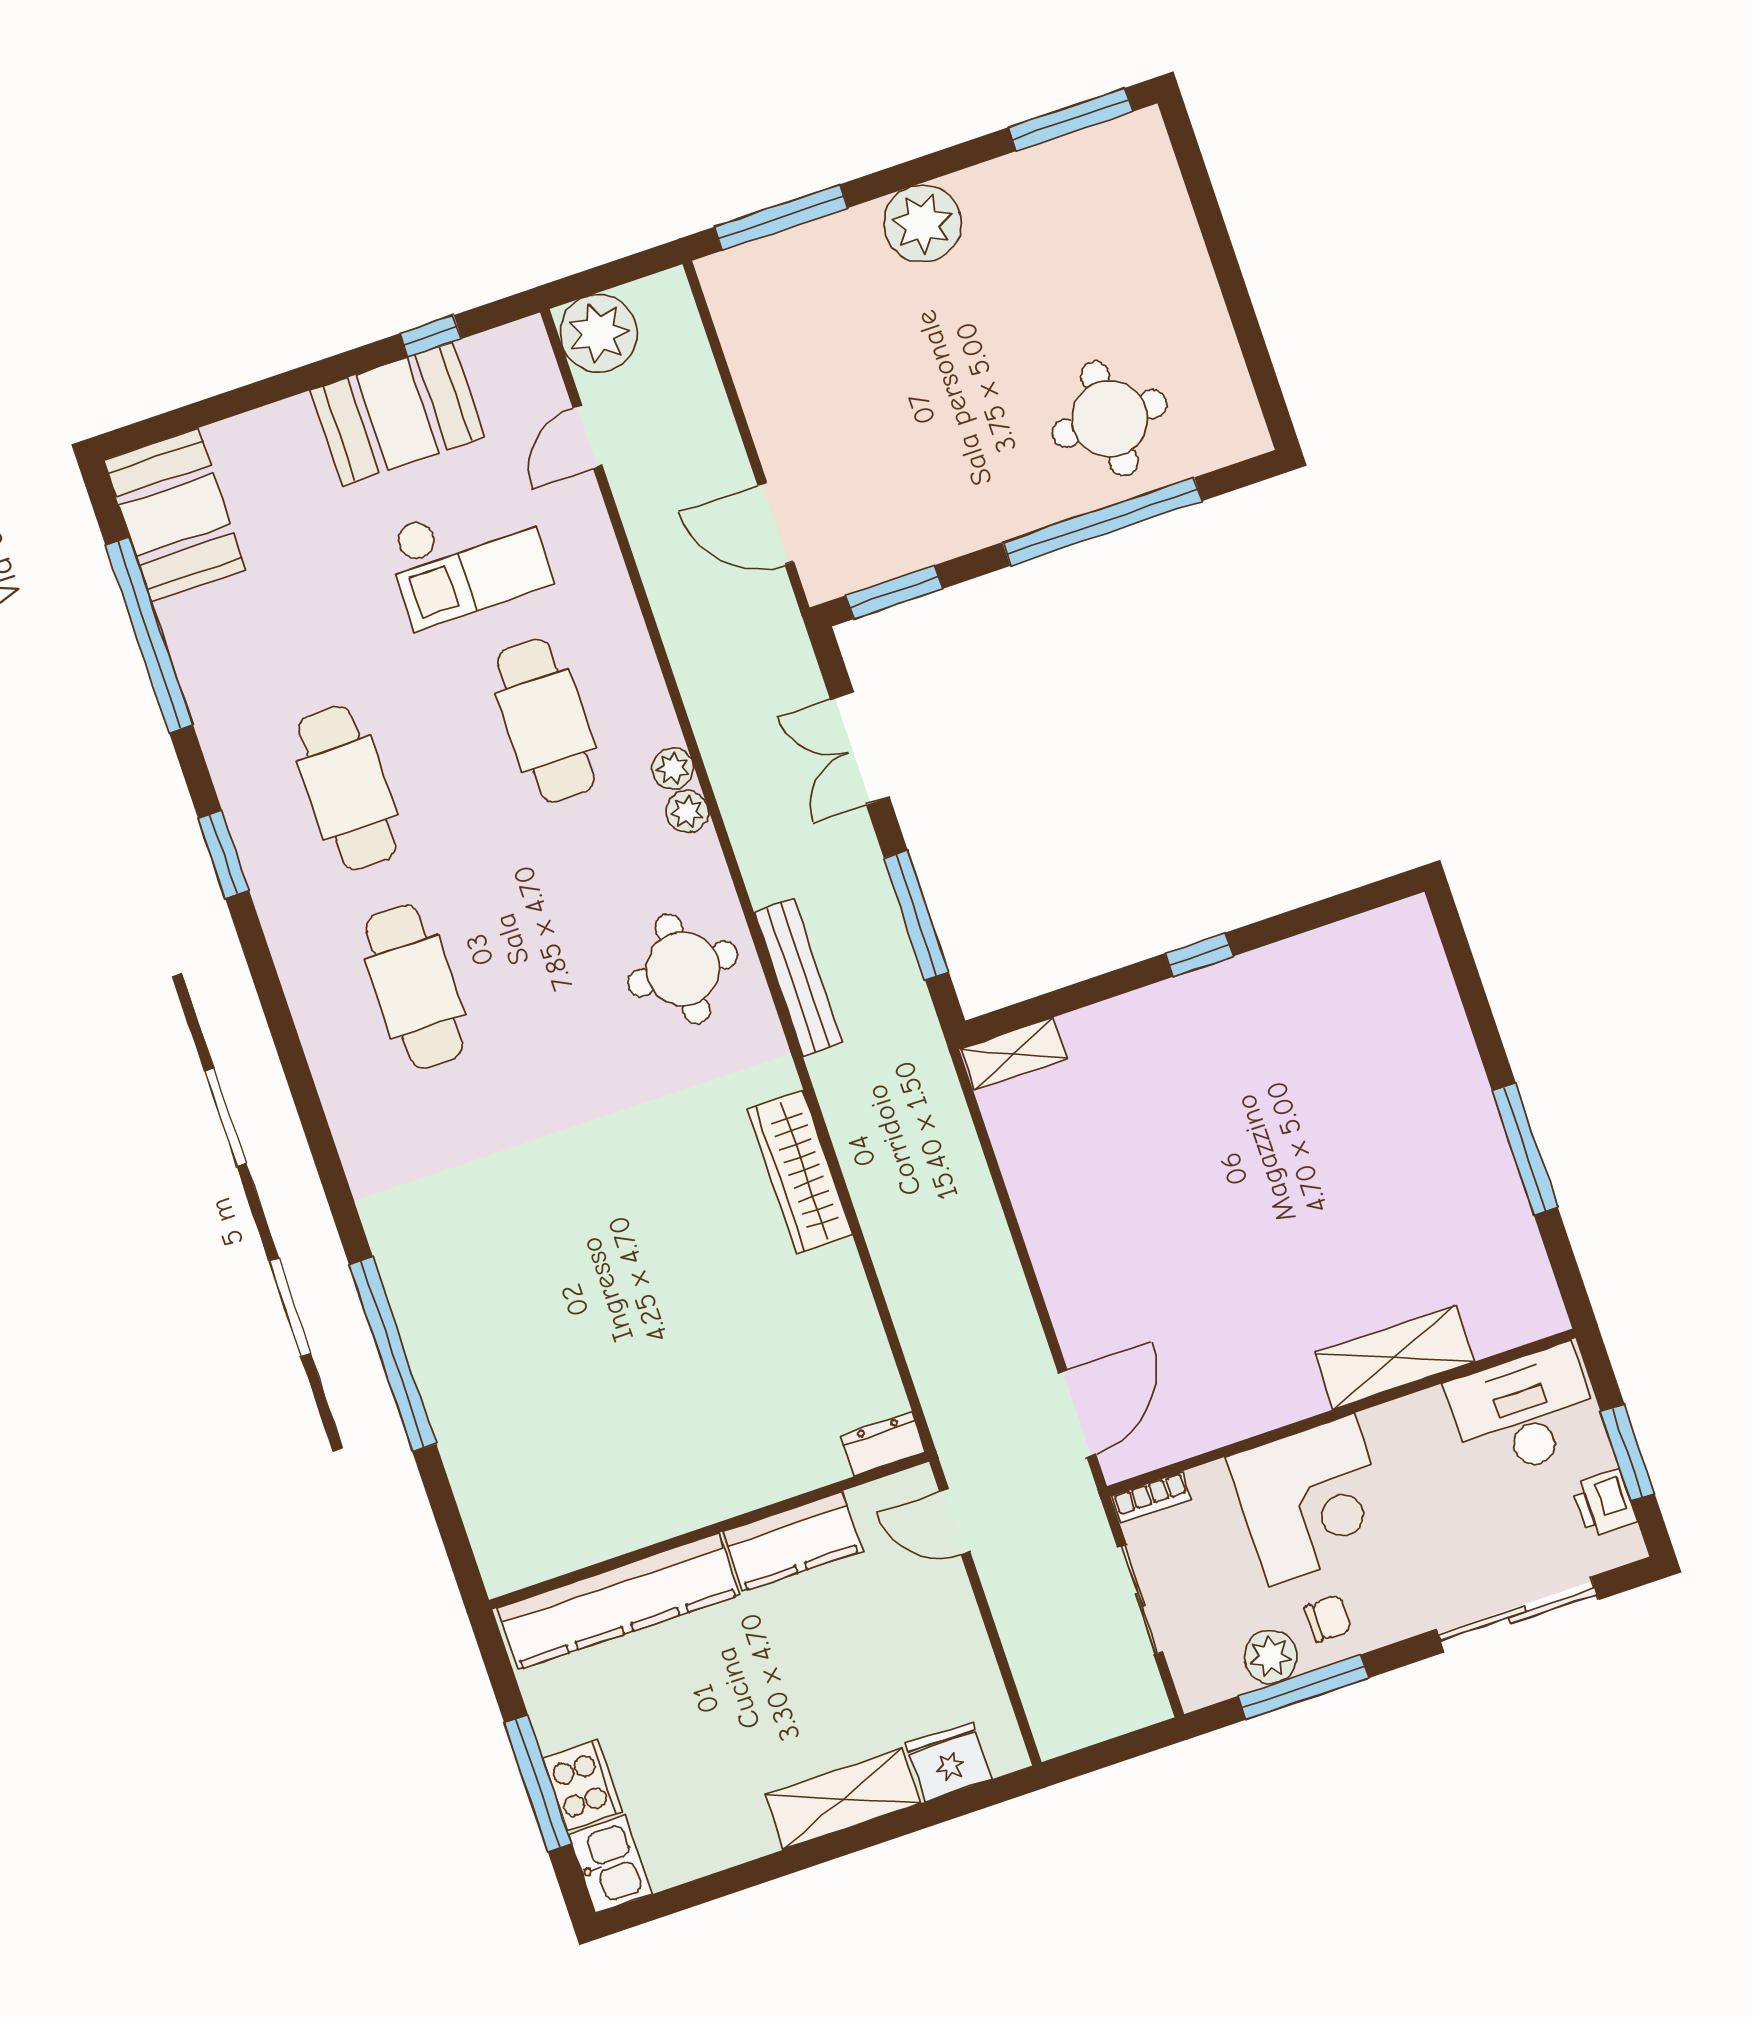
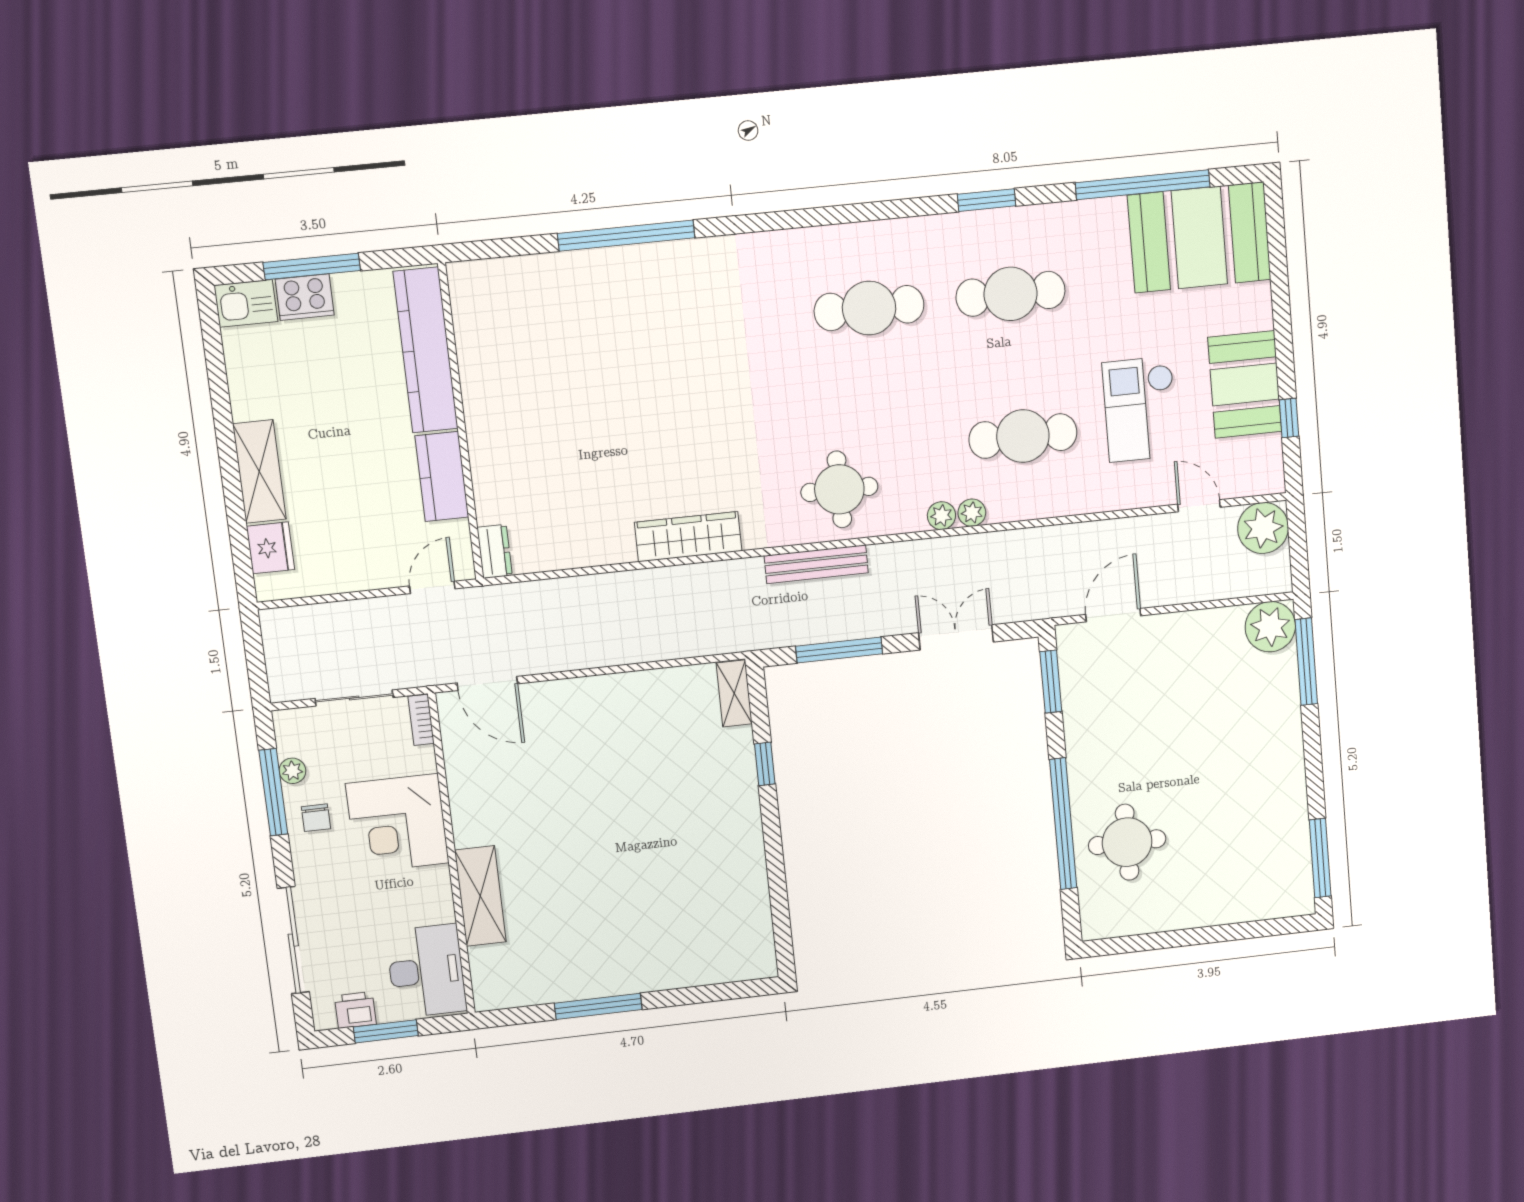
plant: (922, 224) -> (1270, 627), moved
booth: (175, 515) -> (1199, 237), width x1.36, depth x1.42
window: (1199, 955) -> (765, 764), moved
plant: (1271, 1657) -> (292, 771), width x0.73, depth x0.73

